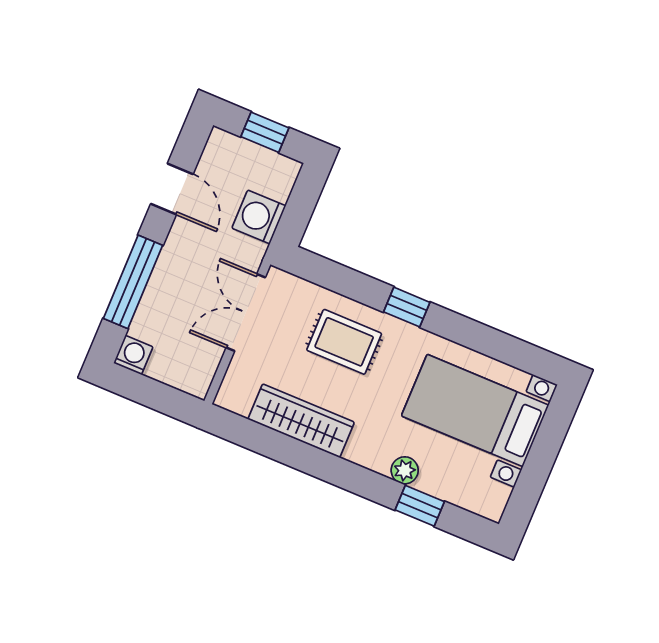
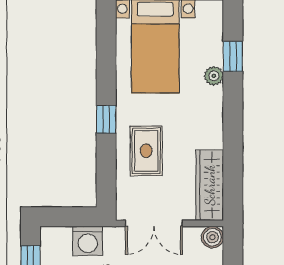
boiler: (196, 381) -> (212, 237), added
wardrobe: (301, 421) -> (210, 185), moved

